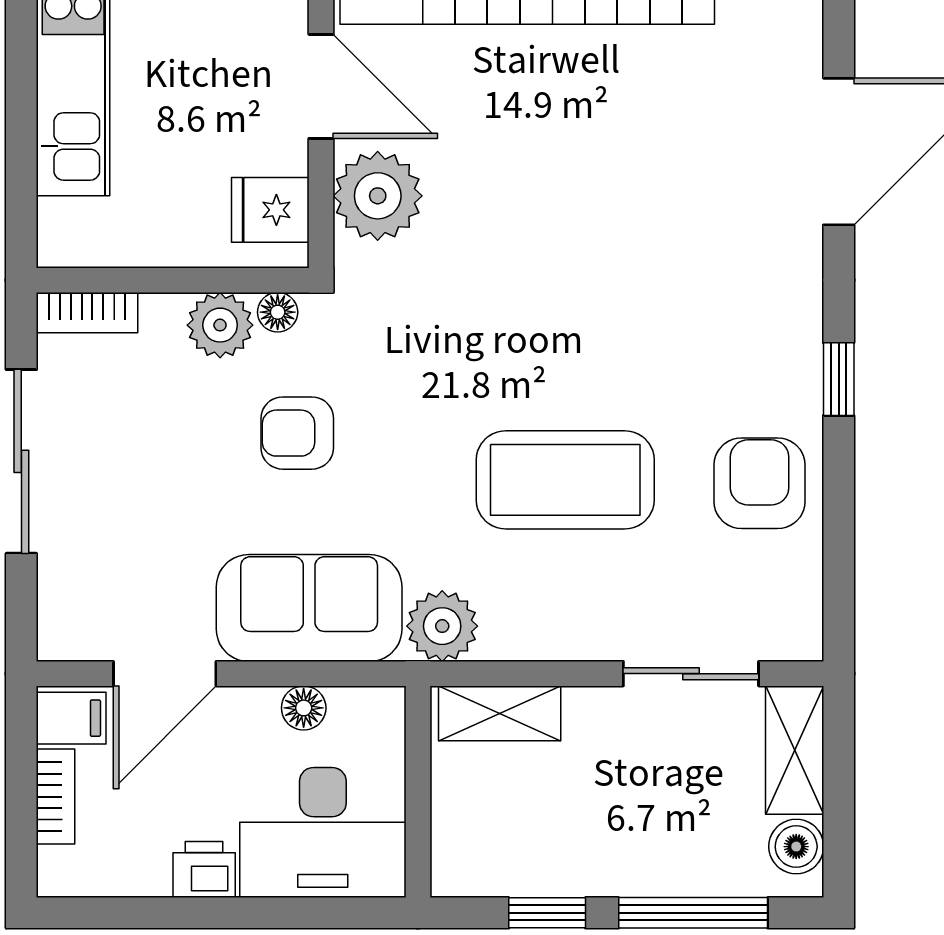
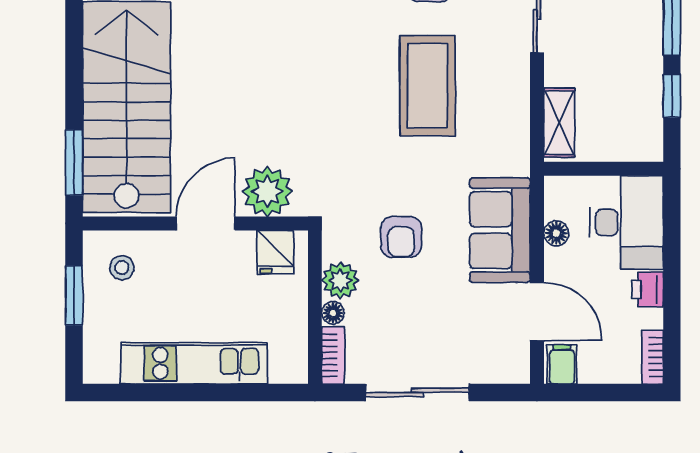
floor lamp: (278, 312) -> (333, 313), moved
plant: (442, 626) -> (510, 155), removed
bookcase: (56, 797) -> (653, 357), moved, turned -90

